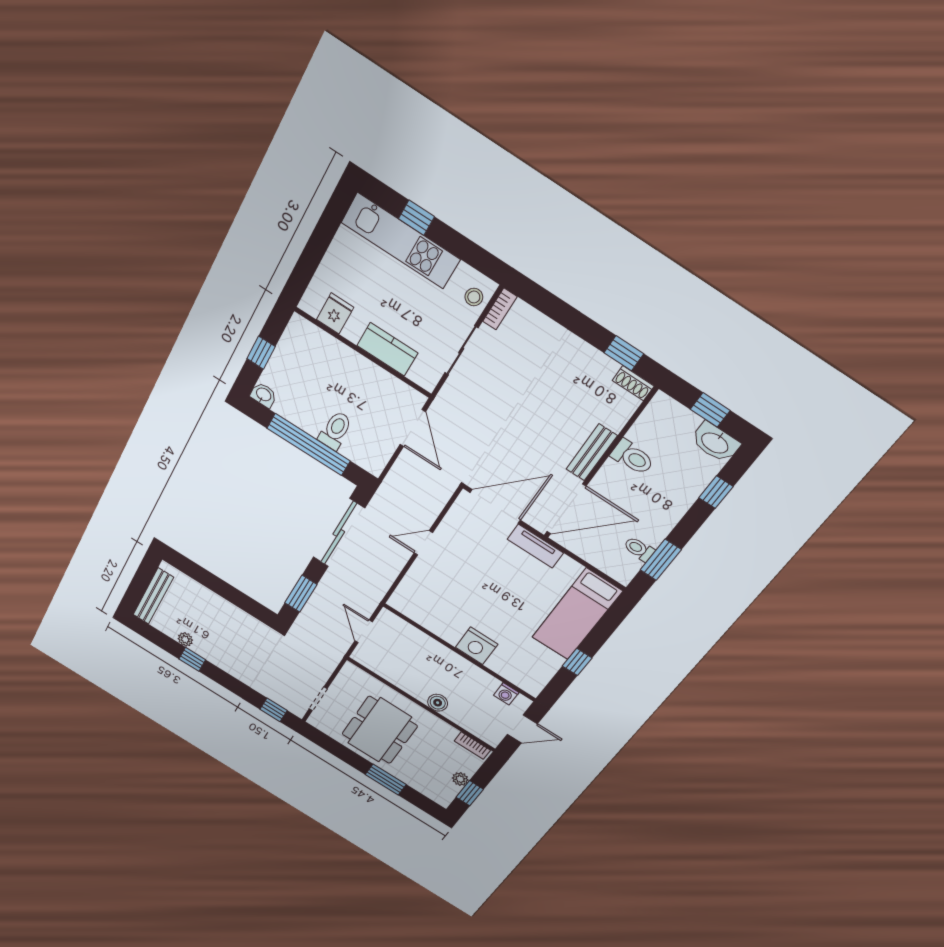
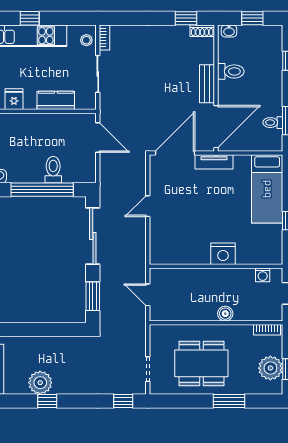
washbasin: (715, 442) -> (229, 31), moved, width x0.52, depth x0.69
plant: (185, 639) -> (40, 383), width x1.88, depth x1.88
dining table: (380, 730) -> (201, 363), turned 90
plant: (460, 779) -> (270, 368), width x1.88, depth x1.88

